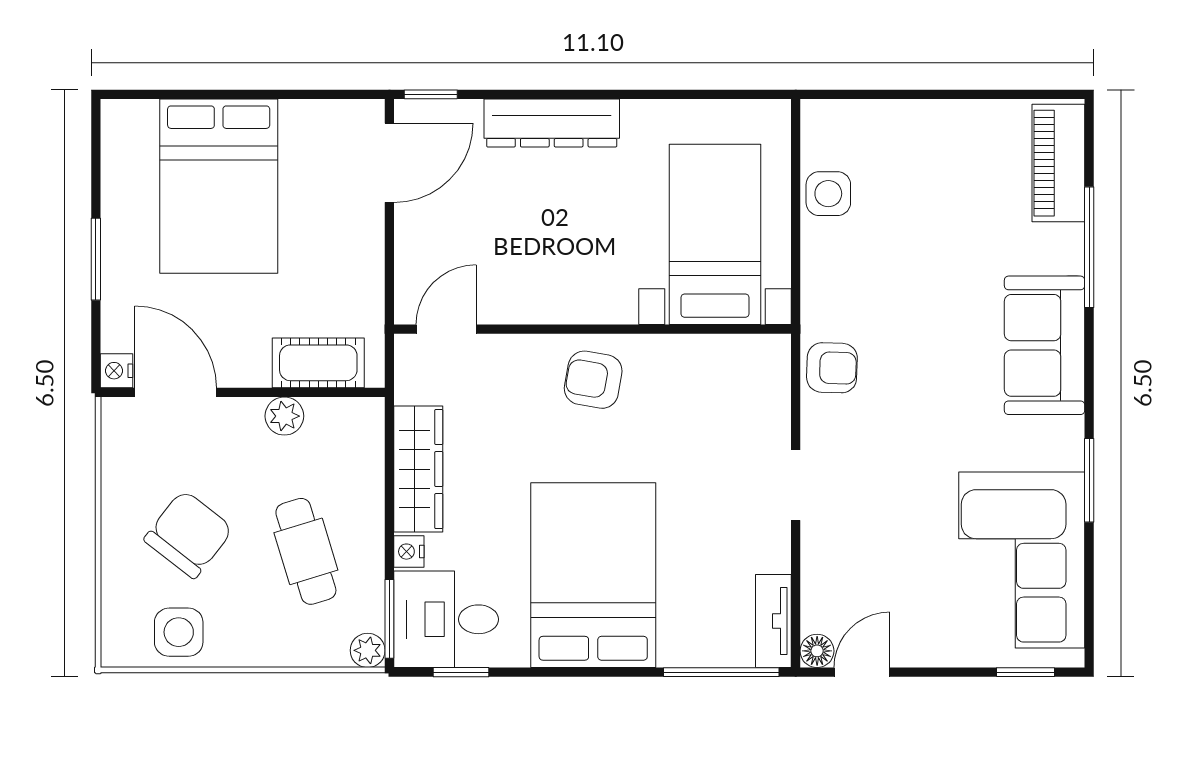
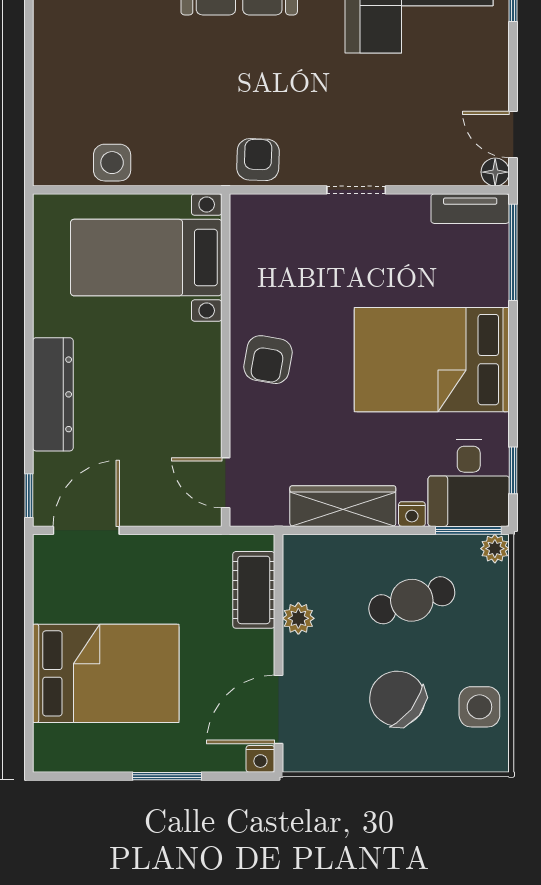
door: (389, 163) -> (86, 530), hinge flipped

